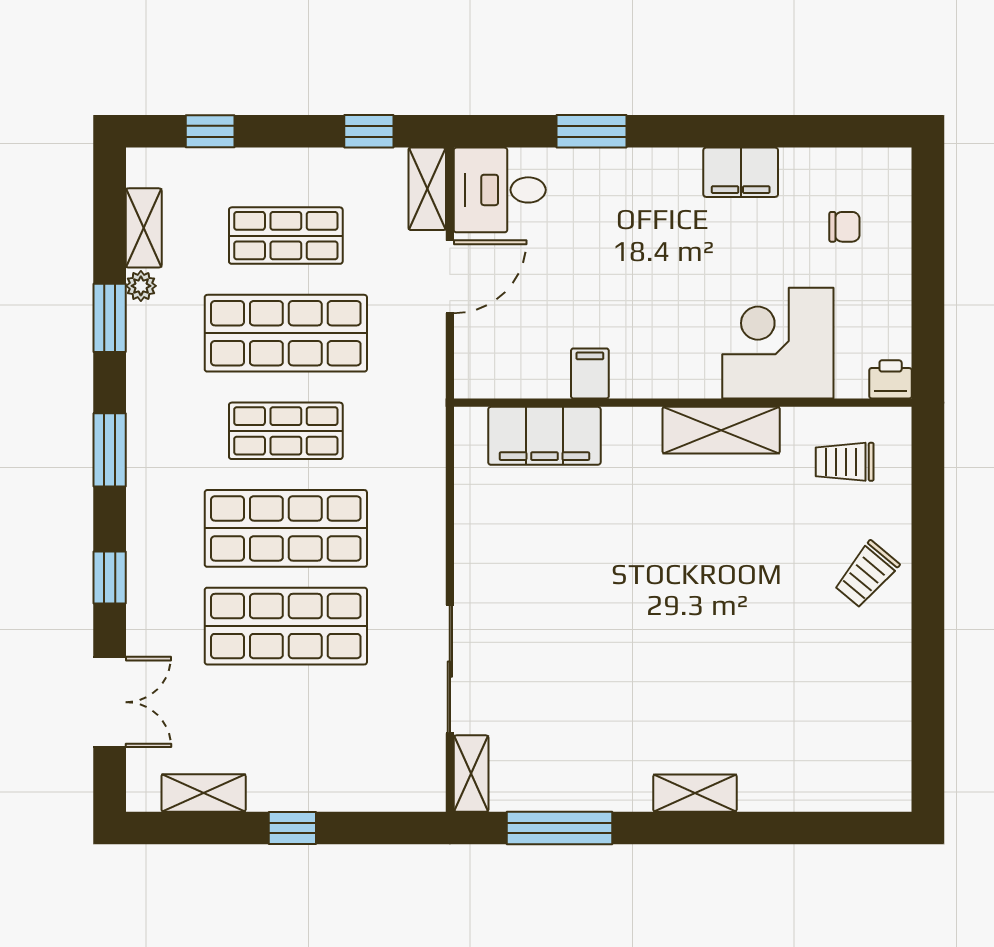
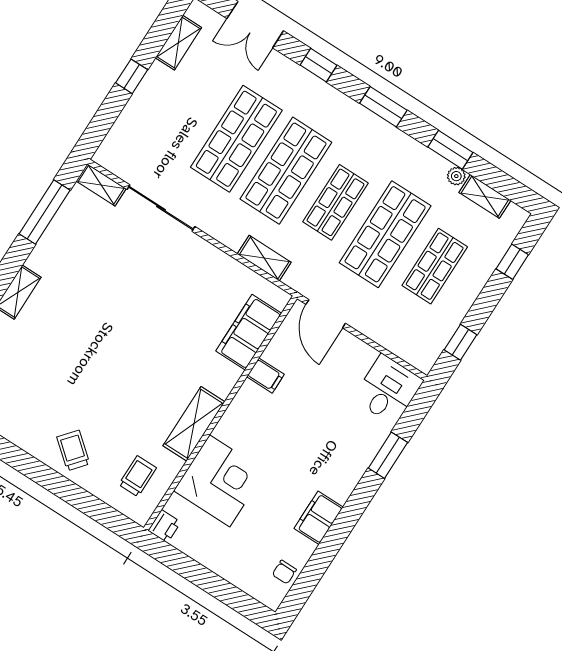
shelving: (427, 189) -> (264, 258), moved
chair: (844, 227) -> (284, 572), moved
door: (450, 277) -> (326, 314), moved

